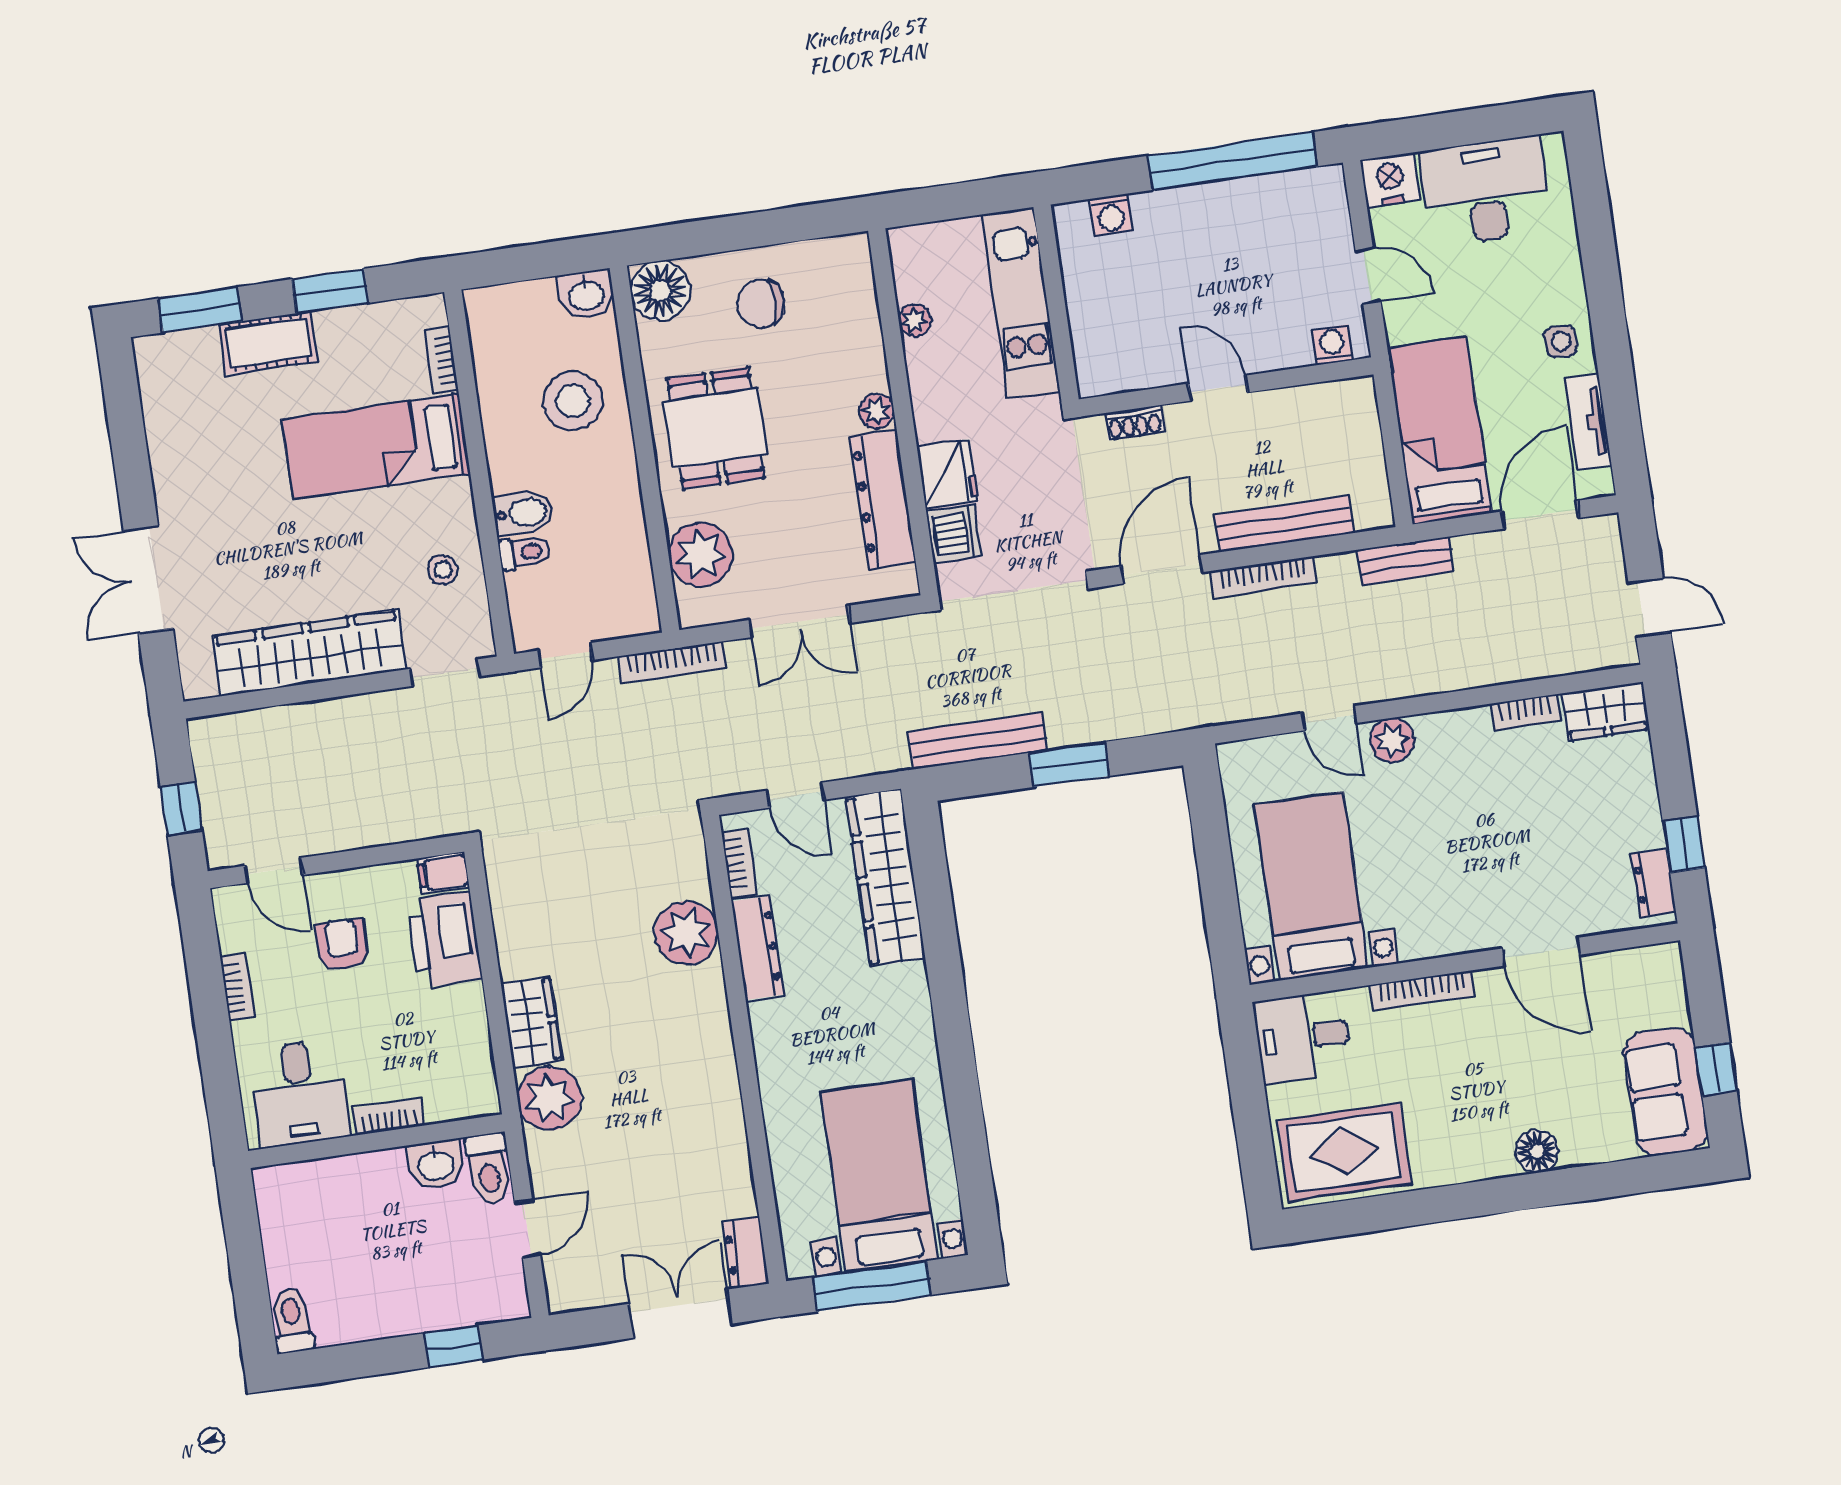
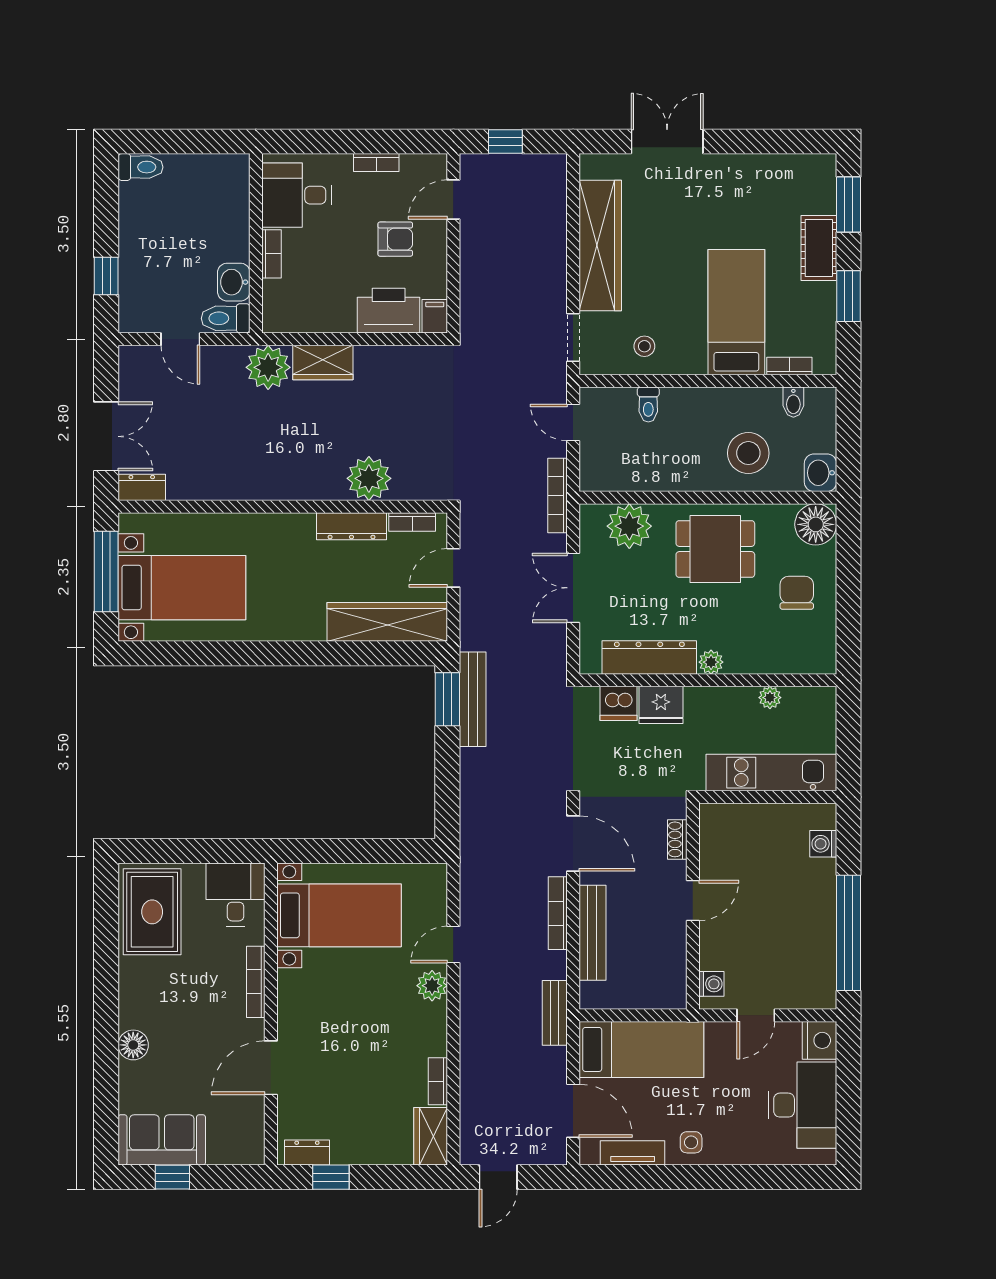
bidet: (523, 513) -> (793, 402), moved, width x0.72, depth x0.74
window: (1069, 764) -> (447, 699), moved

